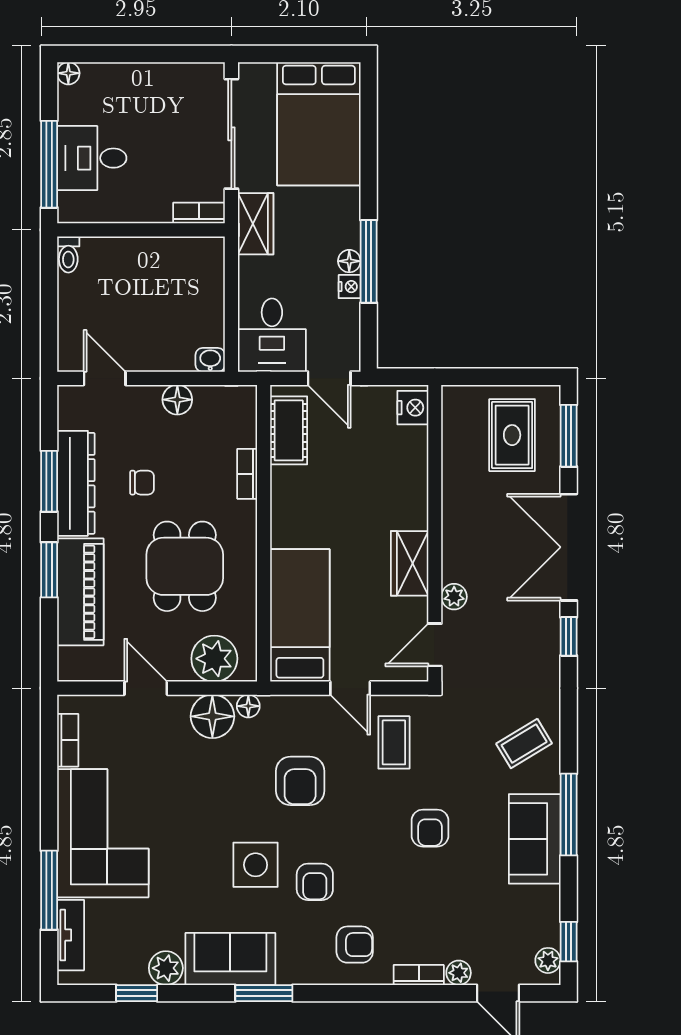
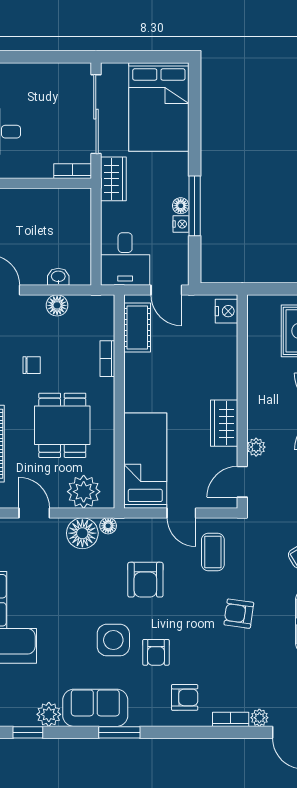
washbasin: (210, 360) -> (58, 277), moved
armchair: (430, 828) -> (239, 614), turned 98

